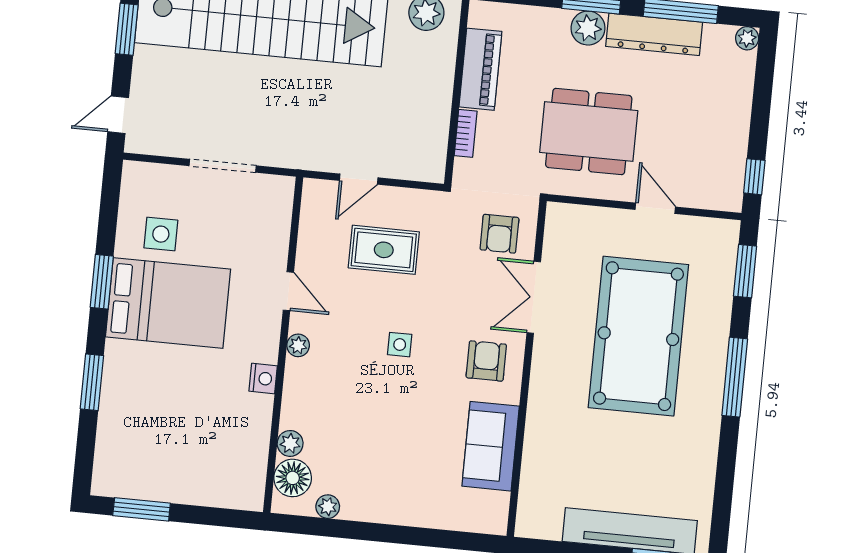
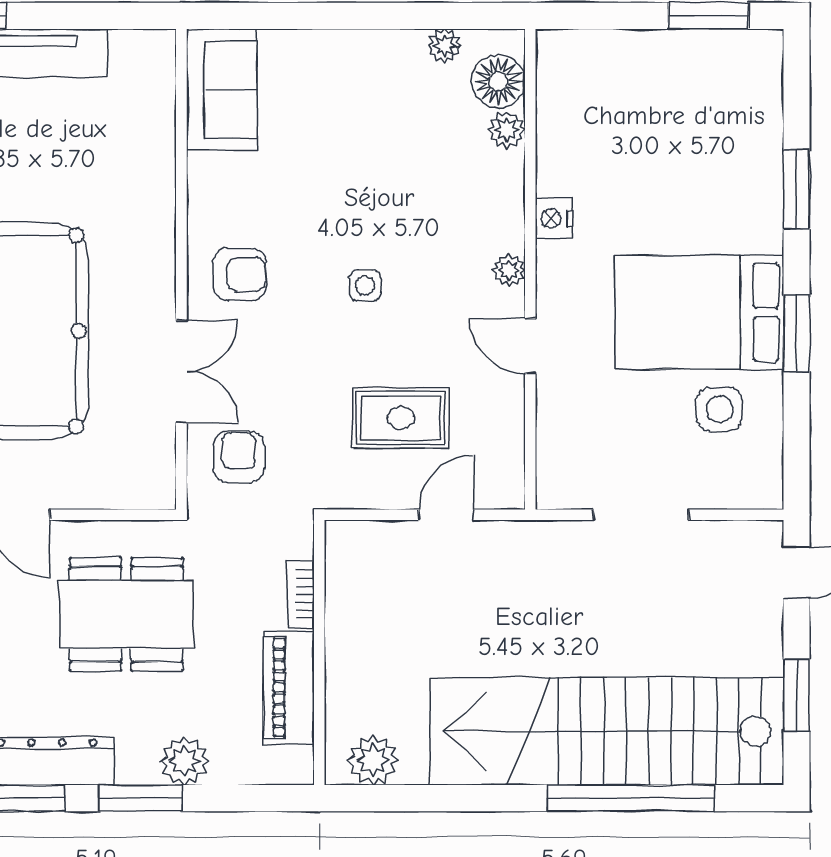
plant: (588, 28) -> (184, 761), moved
armchair: (486, 361) -> (240, 274), turned -90
sofa: (491, 446) -> (222, 90), moved

